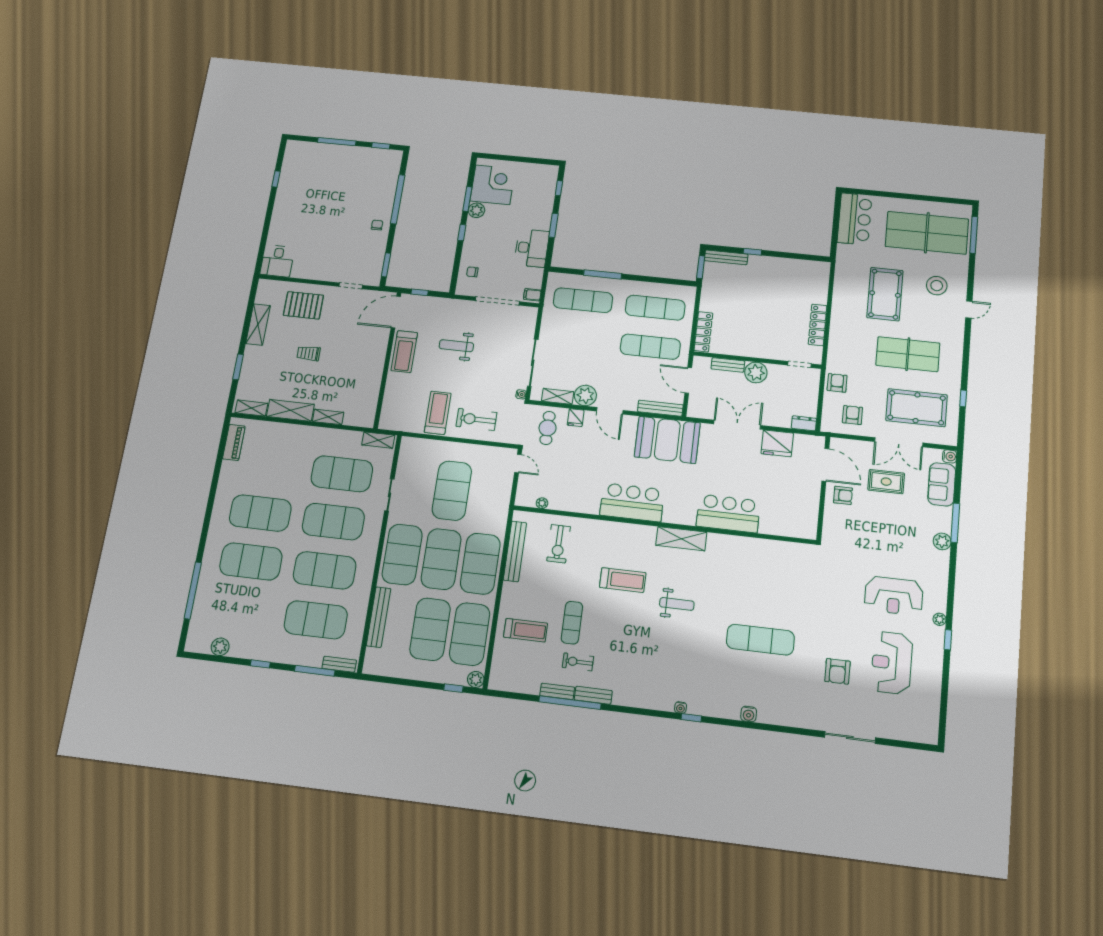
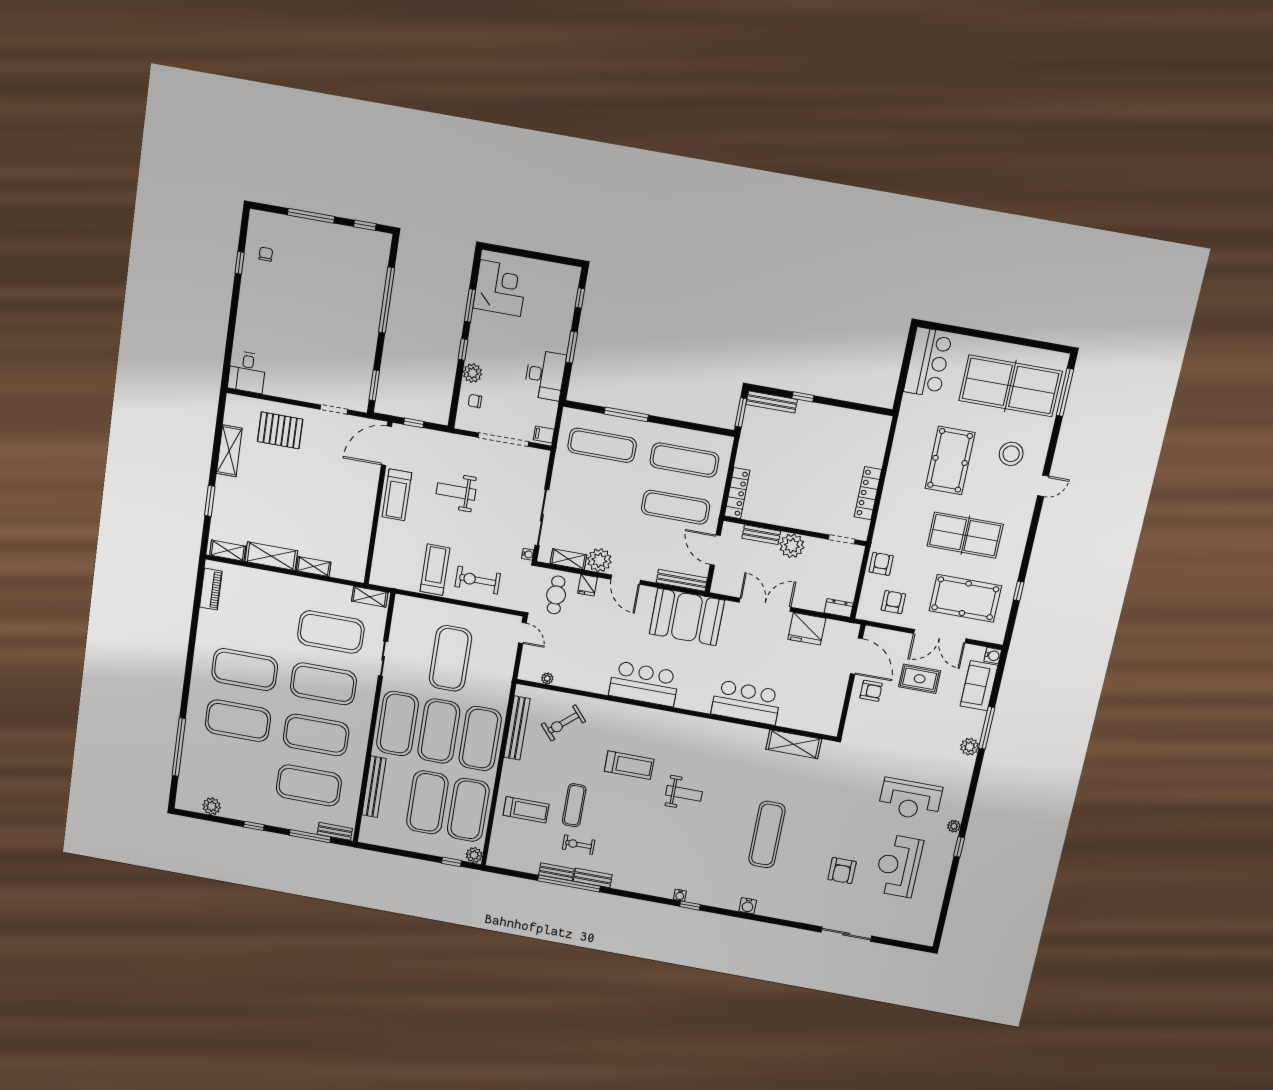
plant: (476, 210) -> (473, 373), moved
chair: (377, 225) -> (266, 254), moved
trolley: (309, 353) -> (289, 490), removed
shelving: (681, 539) -> (794, 744), moved
exercise bike: (558, 544) -> (563, 723), turned 49
exercise mat: (760, 640) -> (767, 835), turned 90

